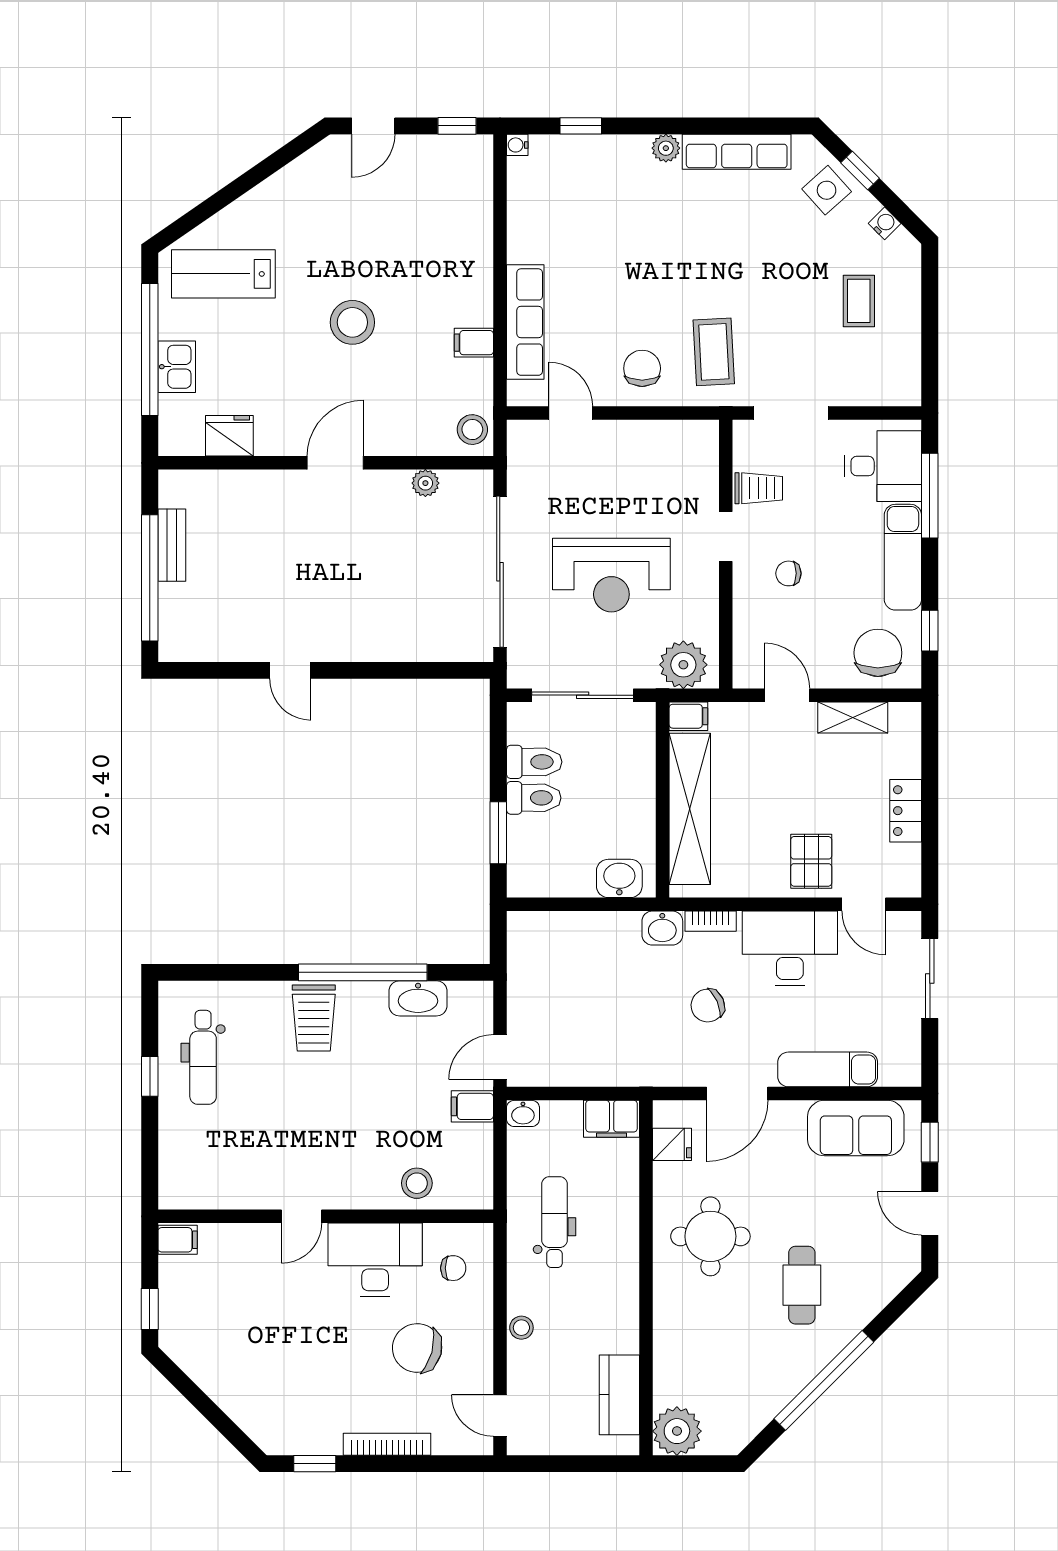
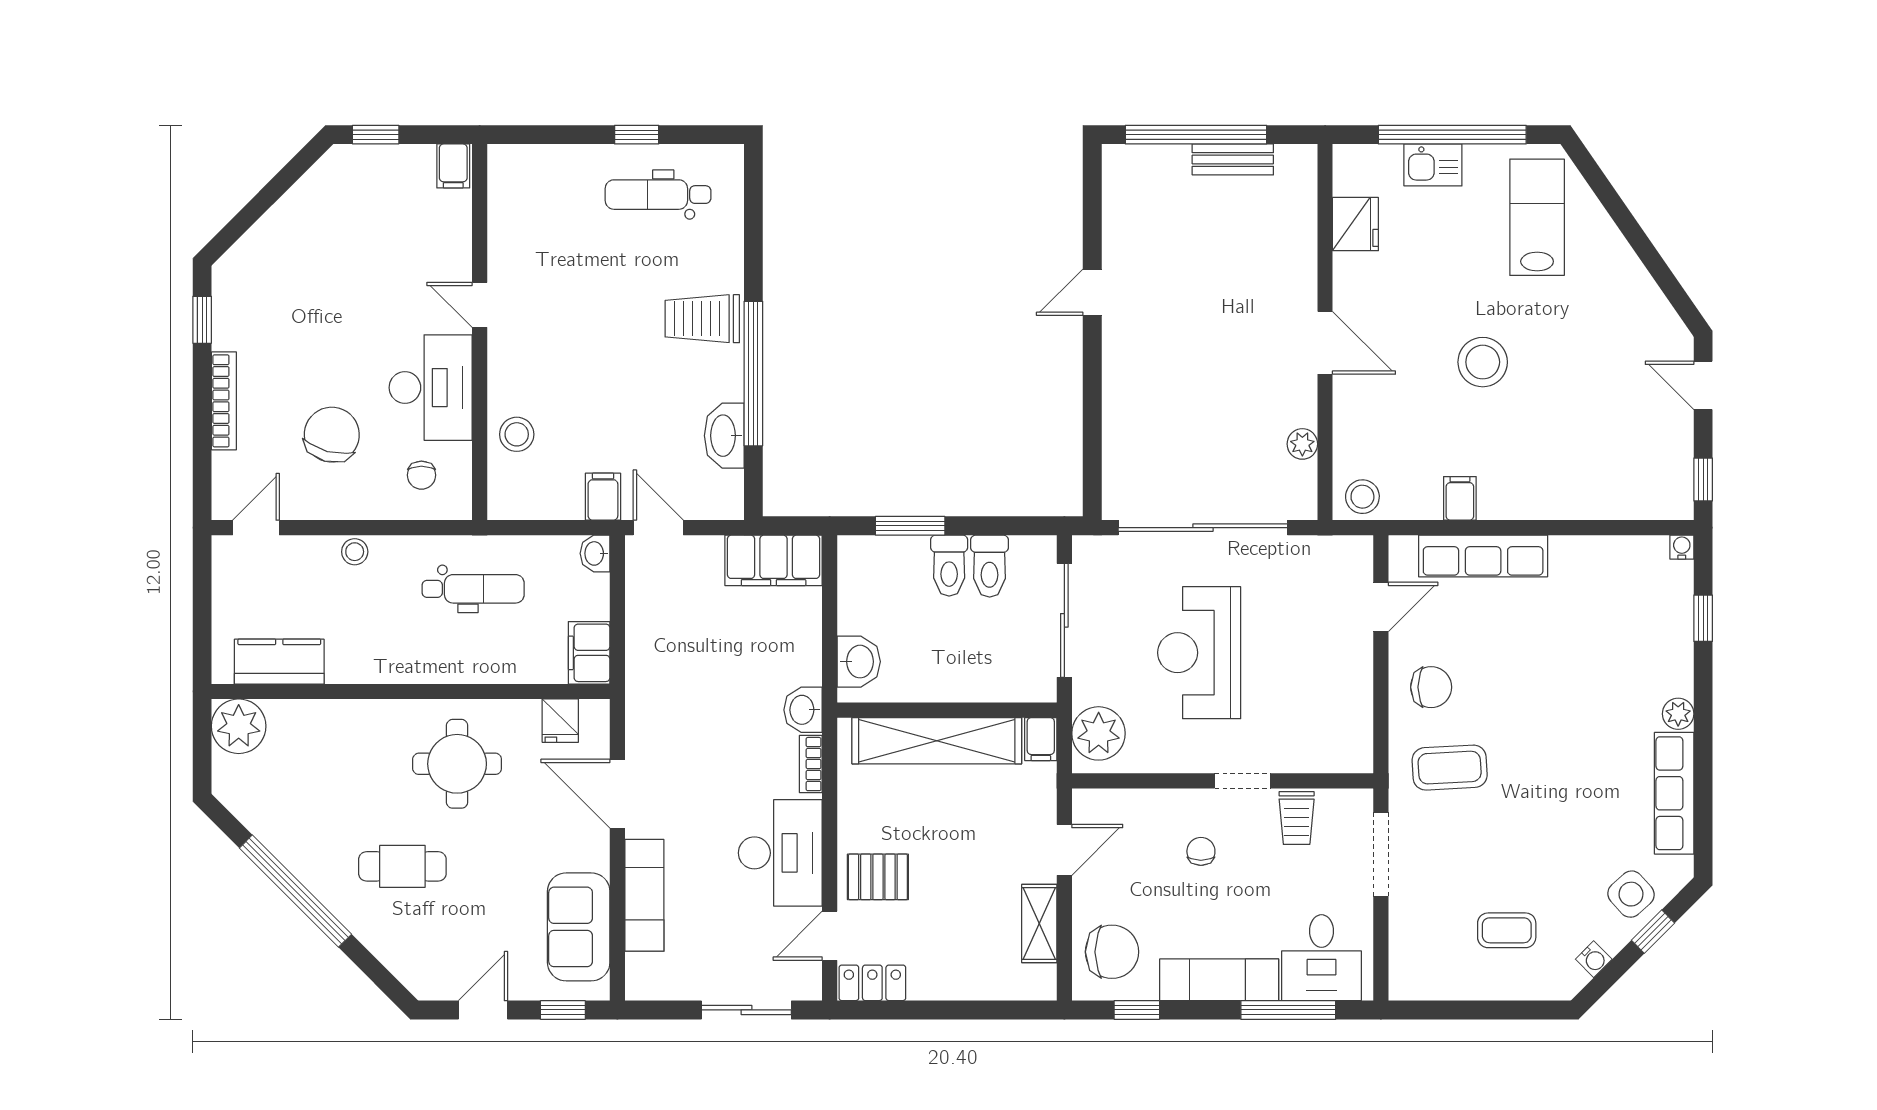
locker: (906, 811) -> (872, 983), moved
filing cabinet: (529, 954) -> (774, 560), added
chair: (708, 1006) -> (716, 761), removed

